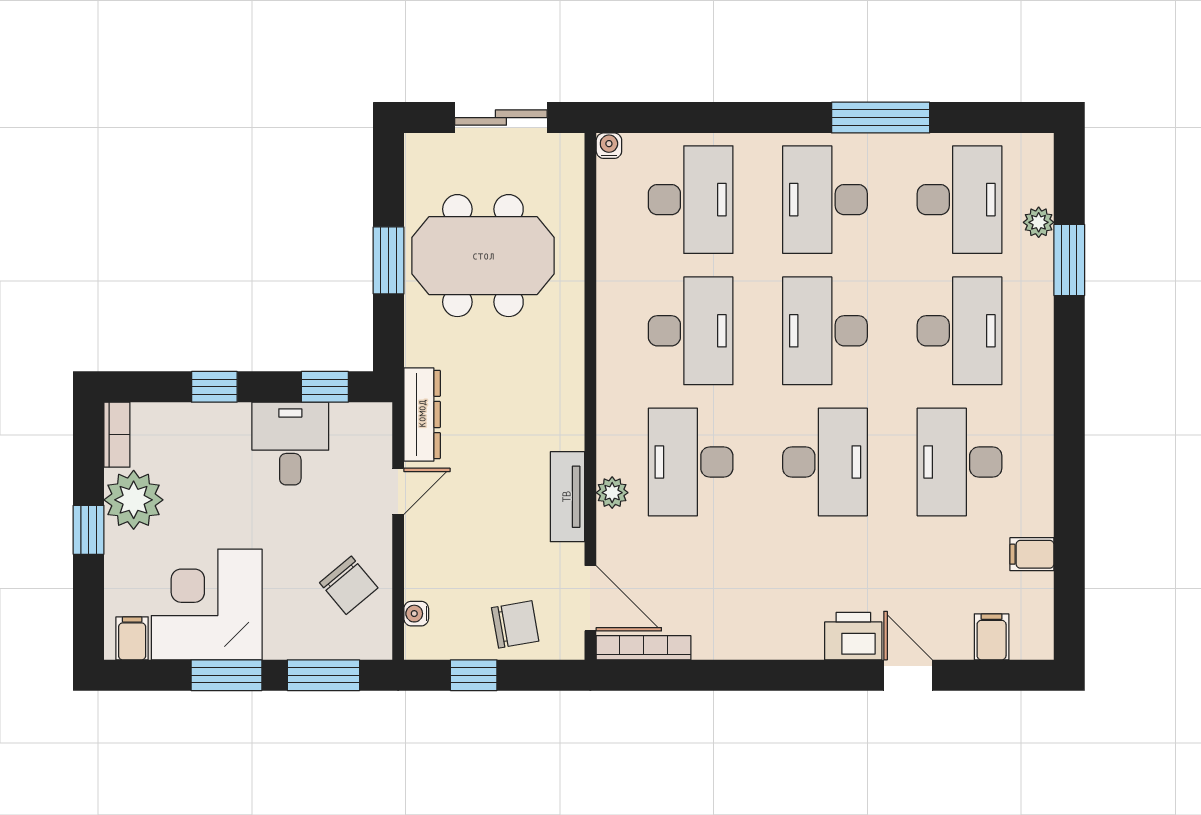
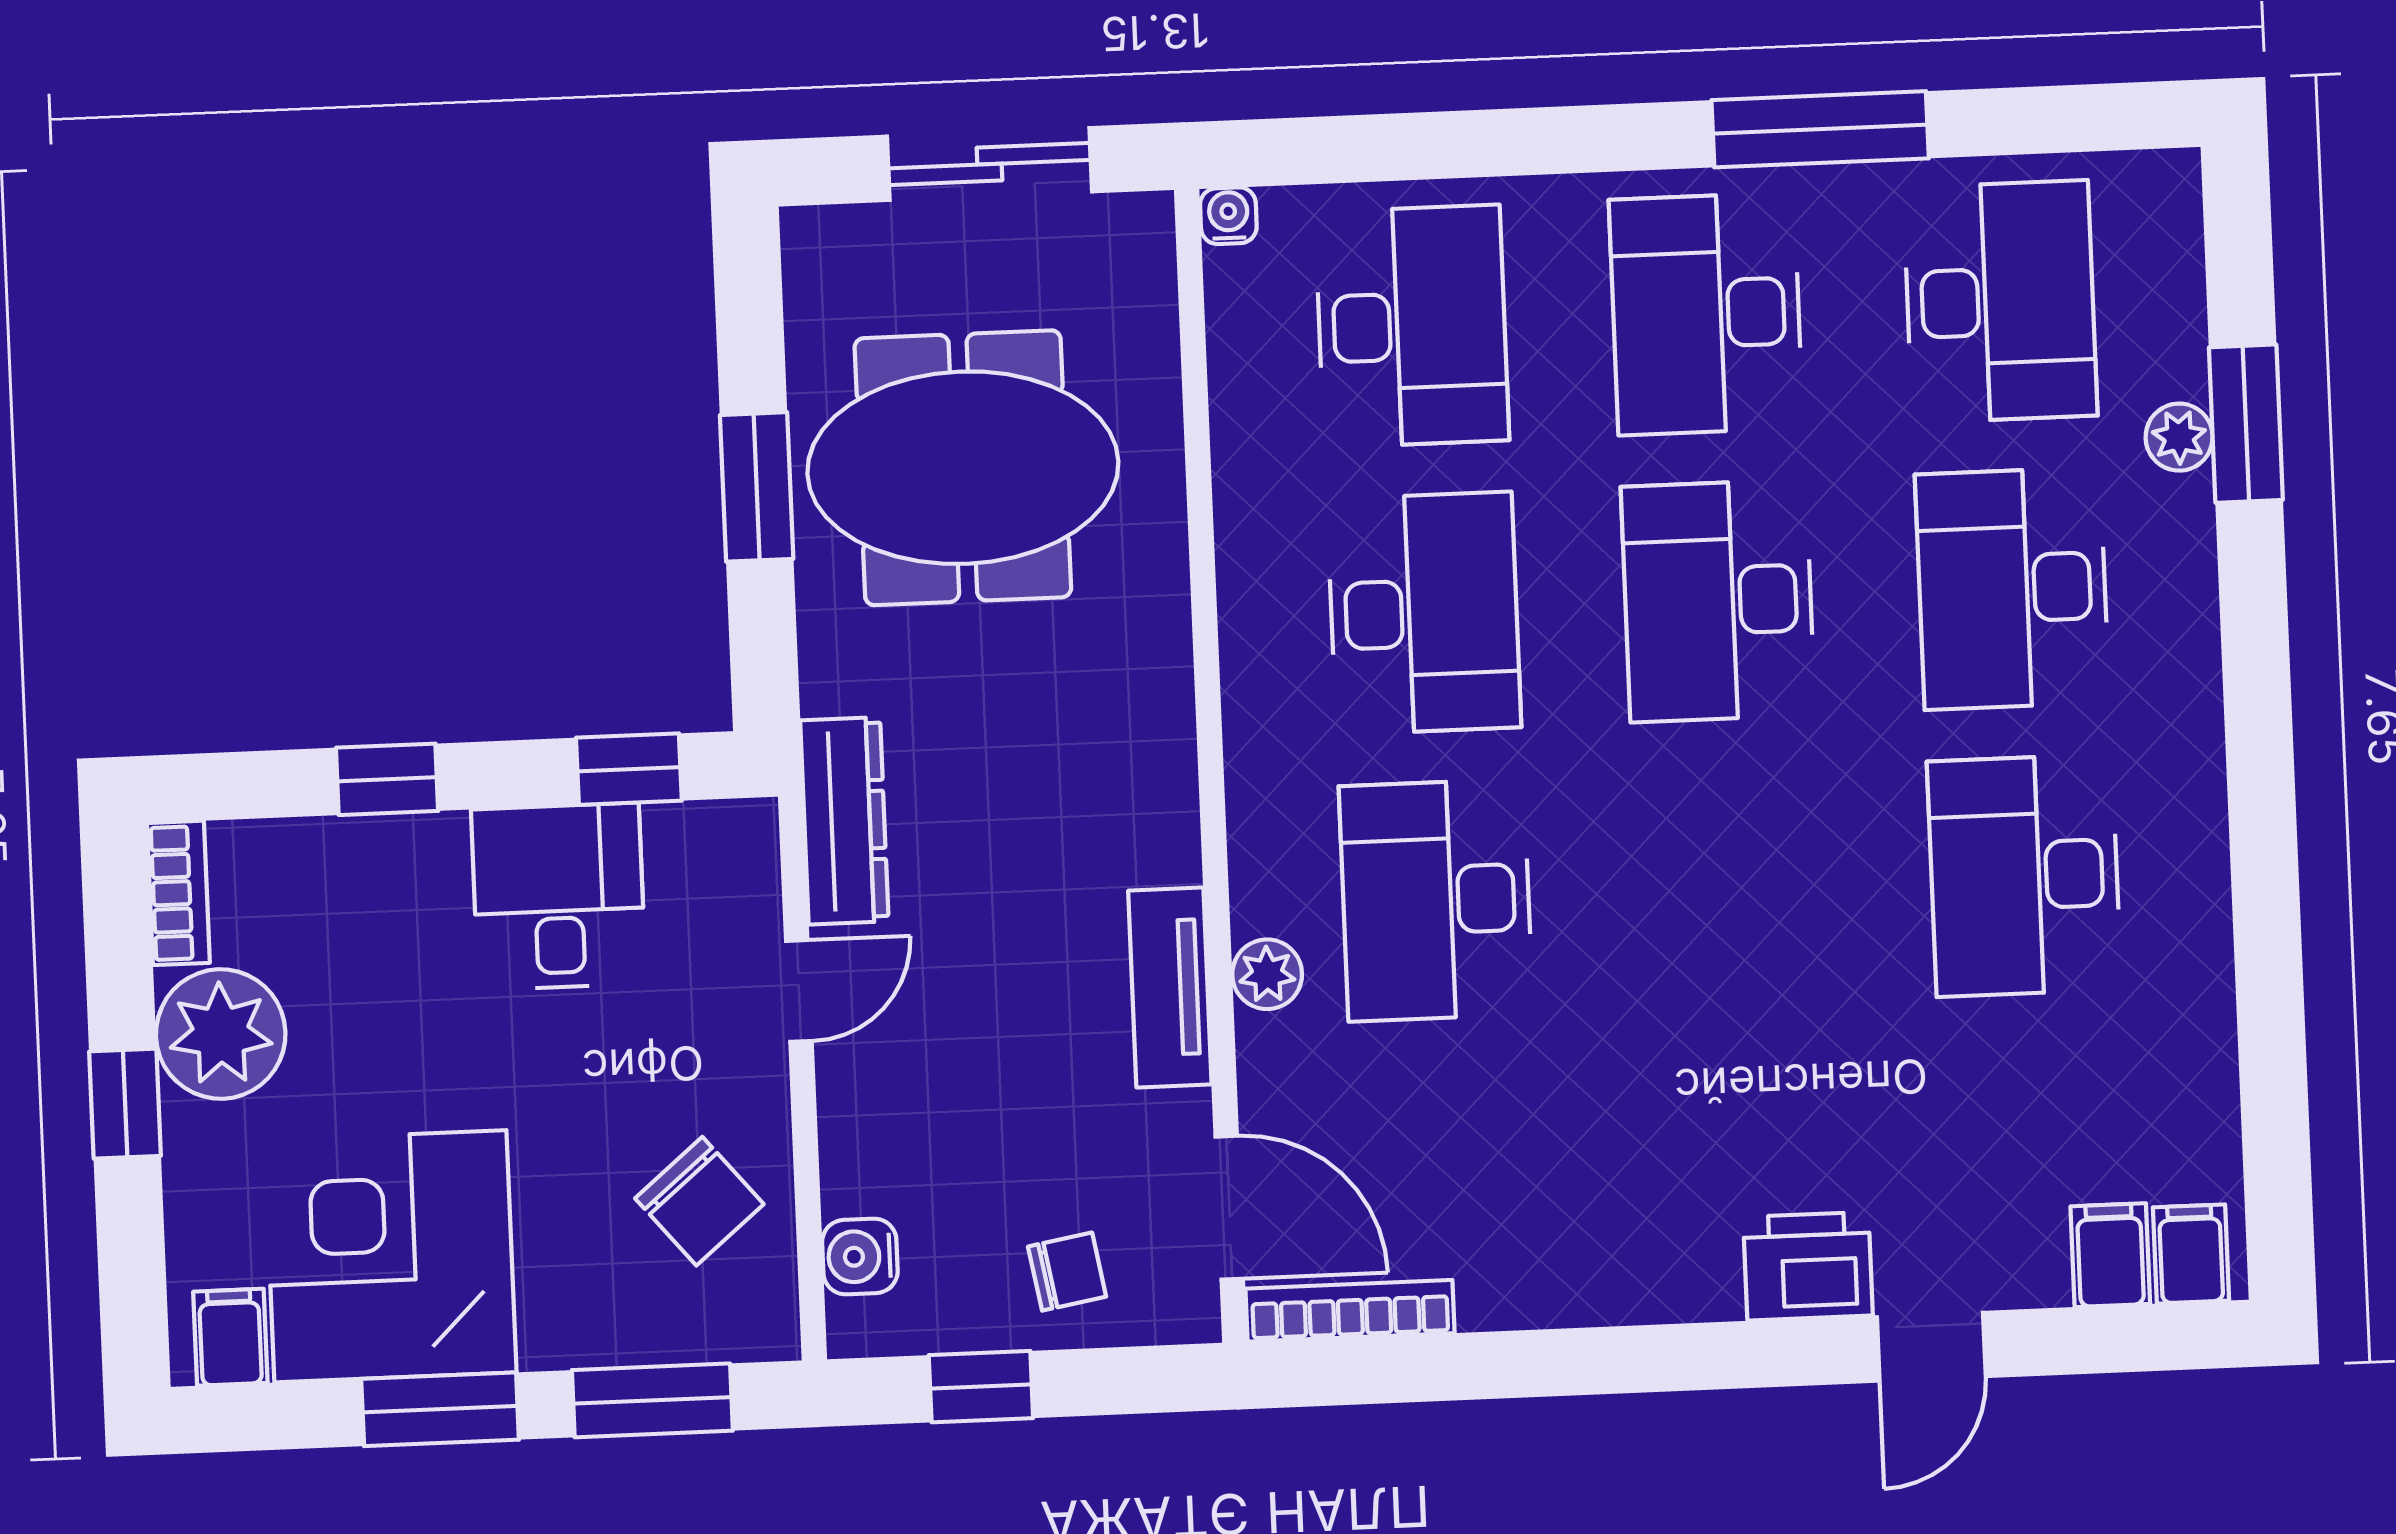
plant: (1039, 222) -> (2179, 437), moved
desk: (959, 331) -> (2012, 589), turned 180
desk: (825, 462) -> (1730, 888), removed
filing cabinet: (1032, 554) -> (2191, 1254), moved, turned 90
water cooler: (416, 614) -> (860, 1257), width x1.38, depth x1.38
chair: (515, 624) -> (1067, 1272), width x0.73, depth x0.73
door: (908, 675) -> (1931, 1347), swing flipped

